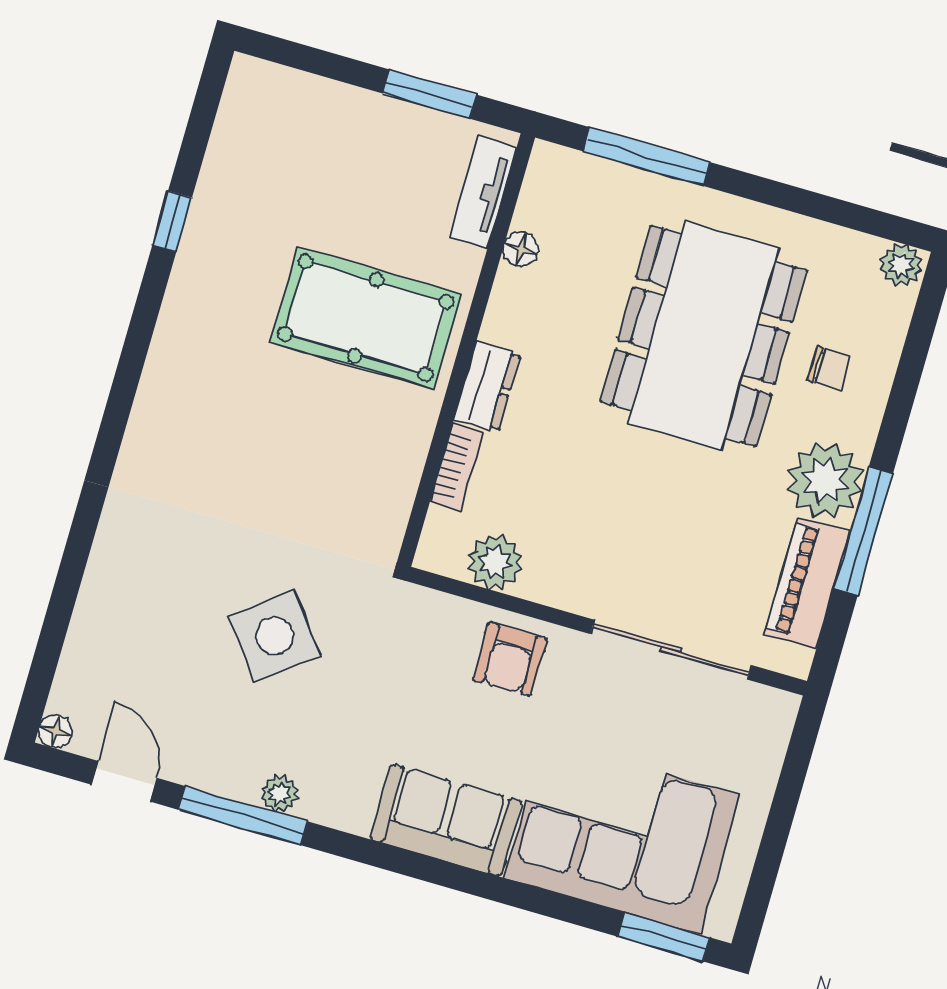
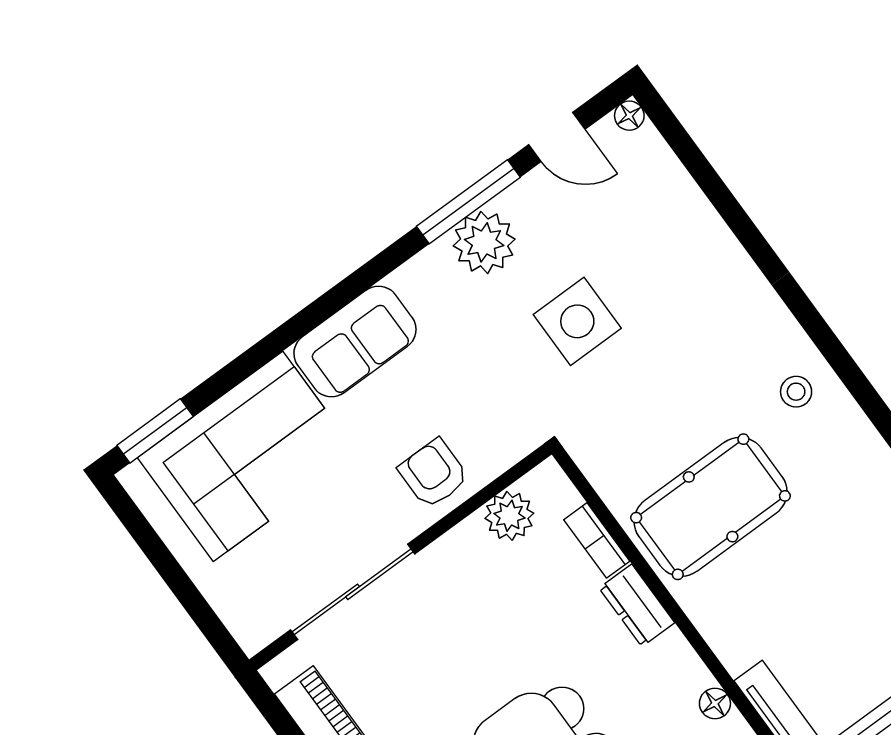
pool table: (366, 318) -> (711, 507), moved
stool: (187, 392) -> (796, 392), added
side table: (275, 636) -> (577, 321), turned 38
plant: (280, 794) -> (484, 242), width x1.87, depth x1.87

